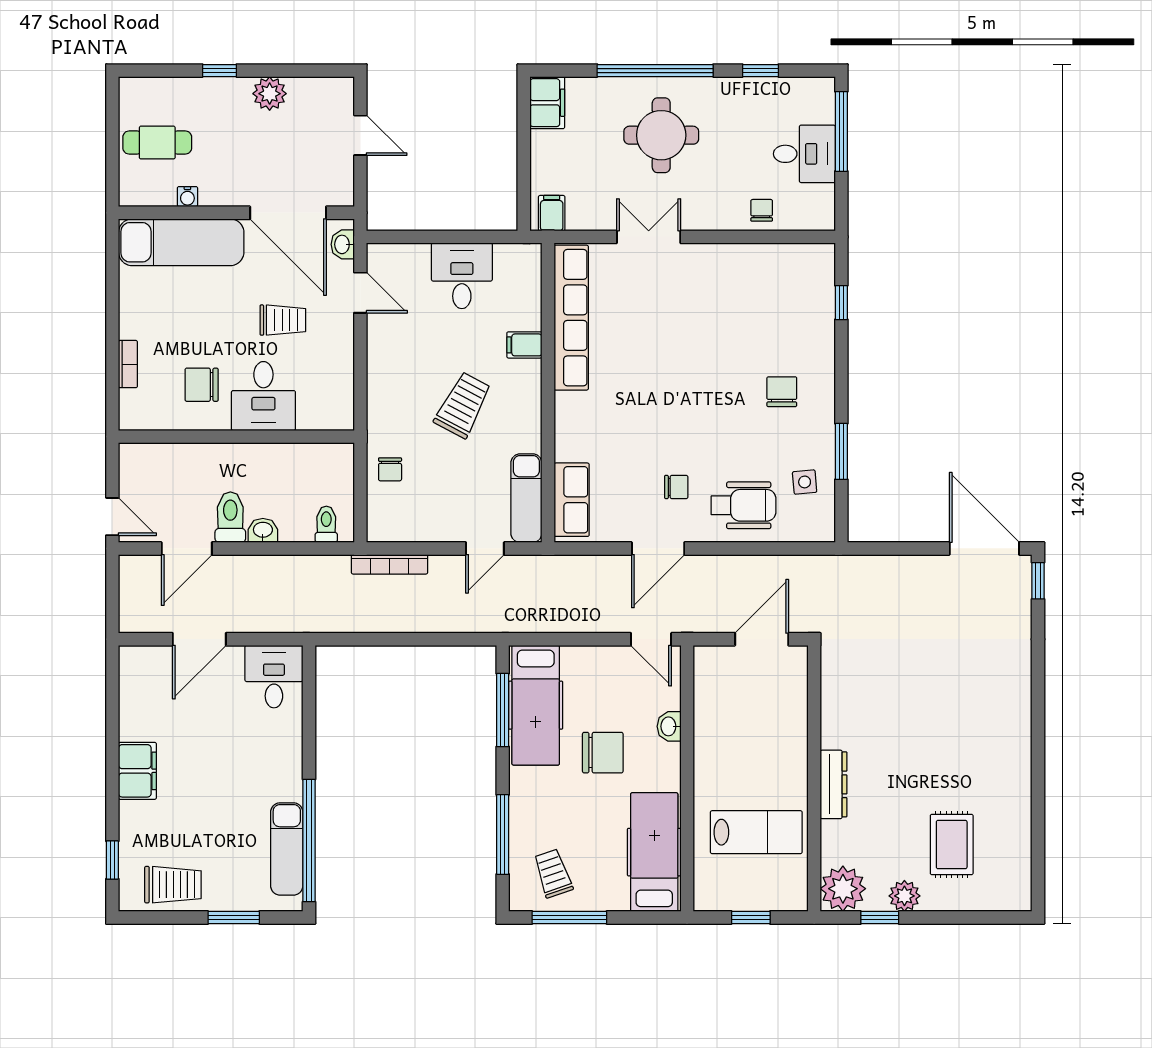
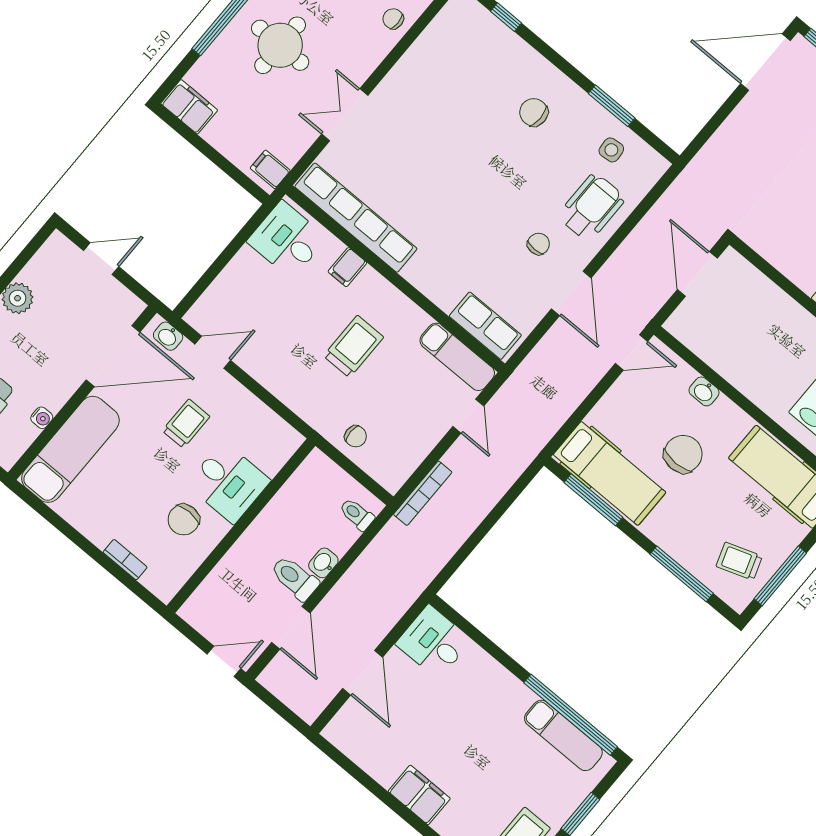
desk: (462, 276) -> (287, 240), moved
trolley: (463, 405) -> (353, 347), turned 62

